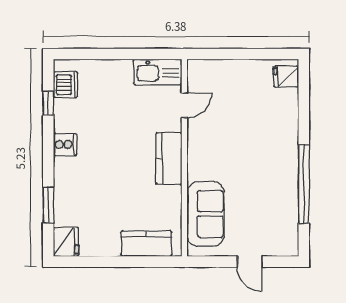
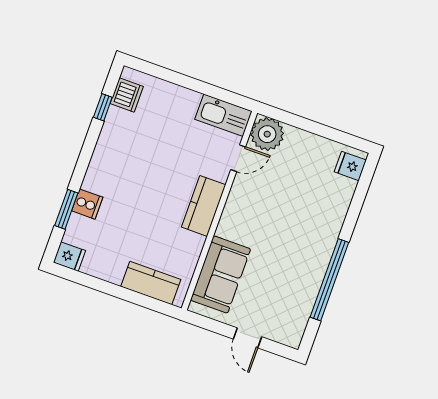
plant: (202, 75) -> (267, 134), added
cooker: (65, 144) -> (87, 204), moved
fridge: (66, 242) -> (69, 256), width x0.72

